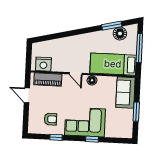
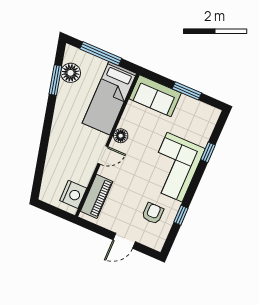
door: (27, 95) -> (124, 241), moved
window: (92, 139) -> (208, 152), moved

